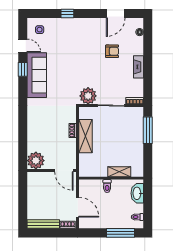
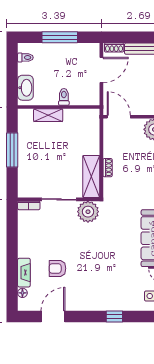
fireplace: (138, 67) -> (24, 273), moved
window: (148, 130) -> (12, 150), moved
shelving: (86, 136) -> (91, 176), moved
door: (78, 207) -> (101, 70), swing flipped
window: (121, 233) -> (60, 37), moved

